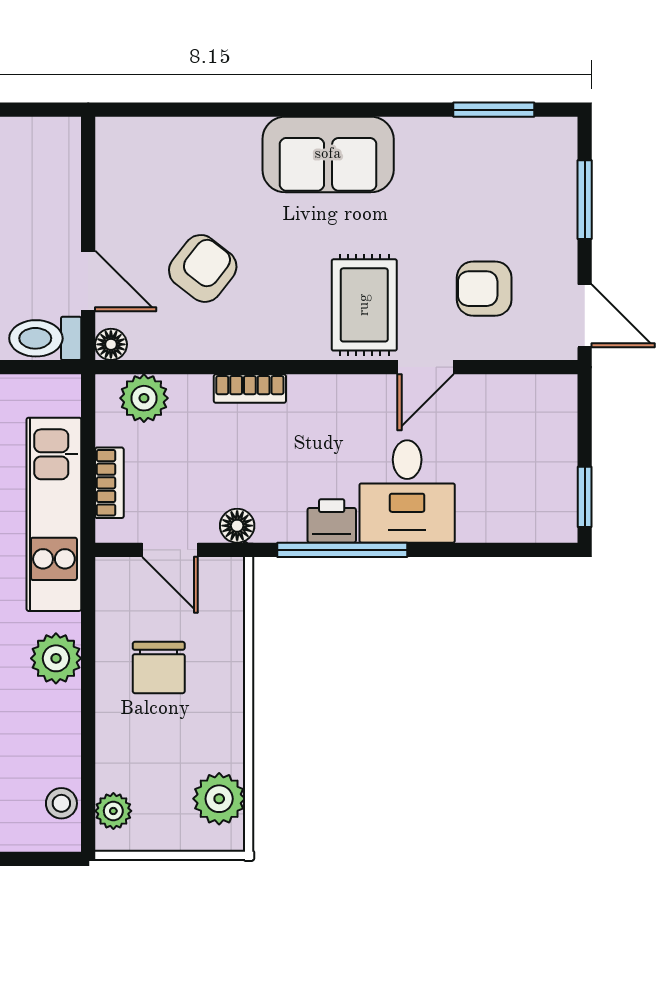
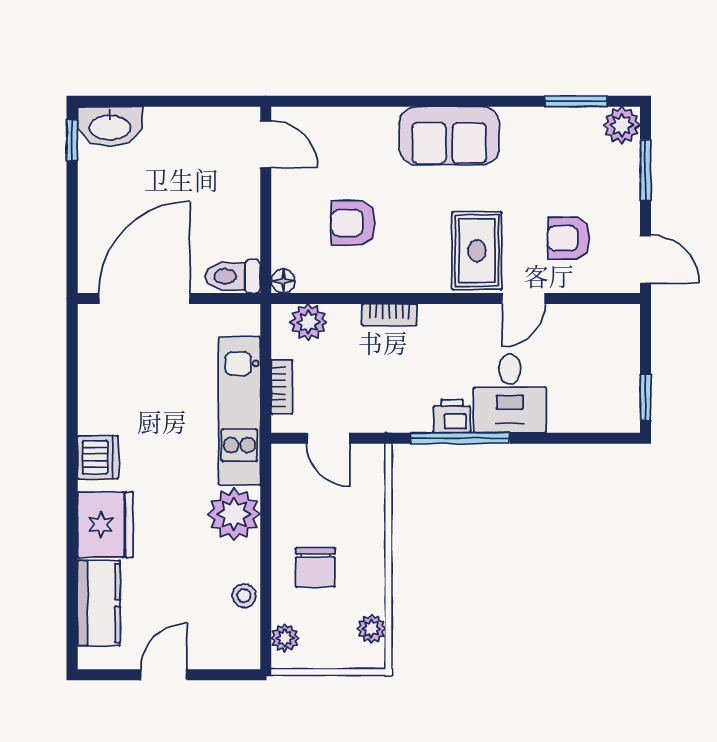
plant: (554, 141) -> (622, 125), added
armchair: (203, 268) -> (353, 223), turned -128
door: (88, 281) -> (266, 144), moved
floor lamp: (237, 526) -> (380, 420), removed
plant: (56, 658) -> (234, 514), width x1.36, depth x1.36
chair: (159, 668) -> (315, 567), moved
plant: (219, 799) -> (371, 629), width x0.73, depth x0.73
stool: (61, 803) -> (244, 596), moved

